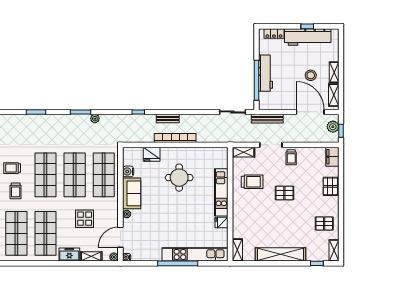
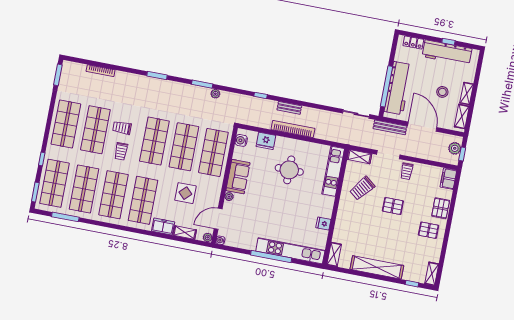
workbench: (266, 73) -> (398, 88), width x1.36, depth x1.32
door: (310, 112) -> (422, 127), moved
water cooler: (128, 171) -> (241, 140), moved
trolley: (252, 182) -> (362, 188), turned 129
kitchen unit: (221, 192) -> (333, 171), moved
pallet: (324, 224) -> (429, 230), moved

